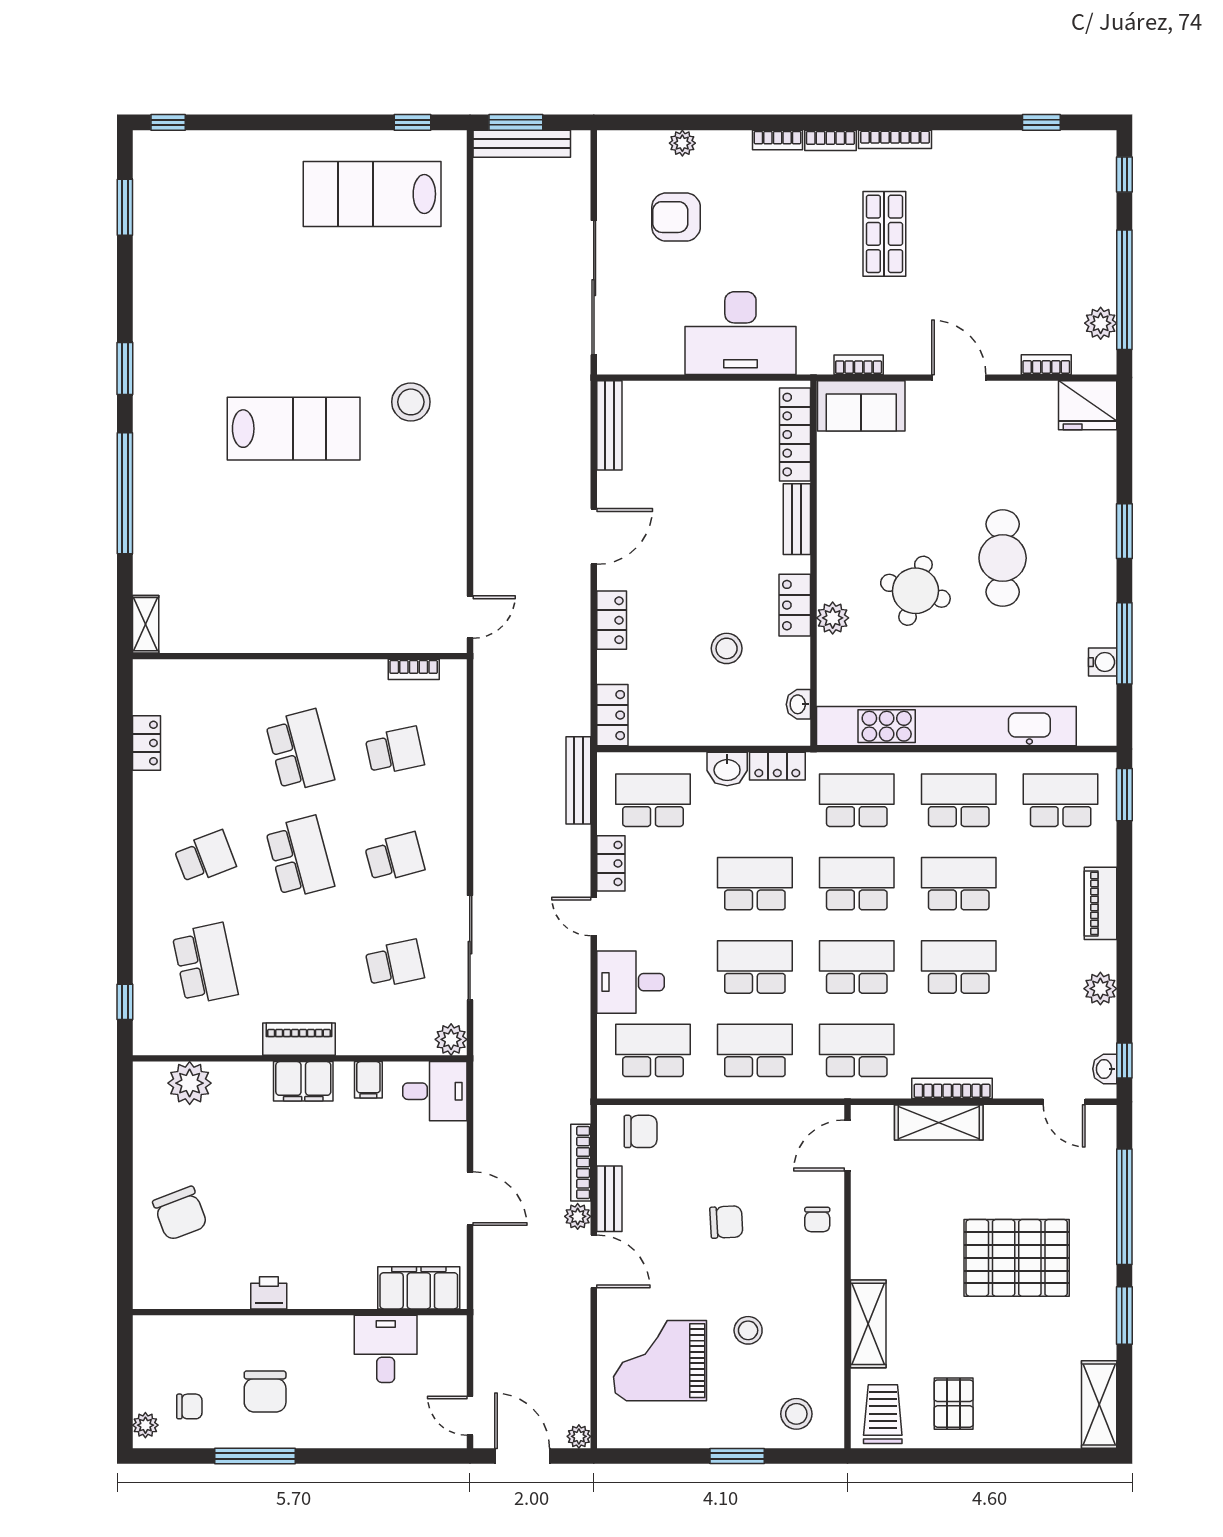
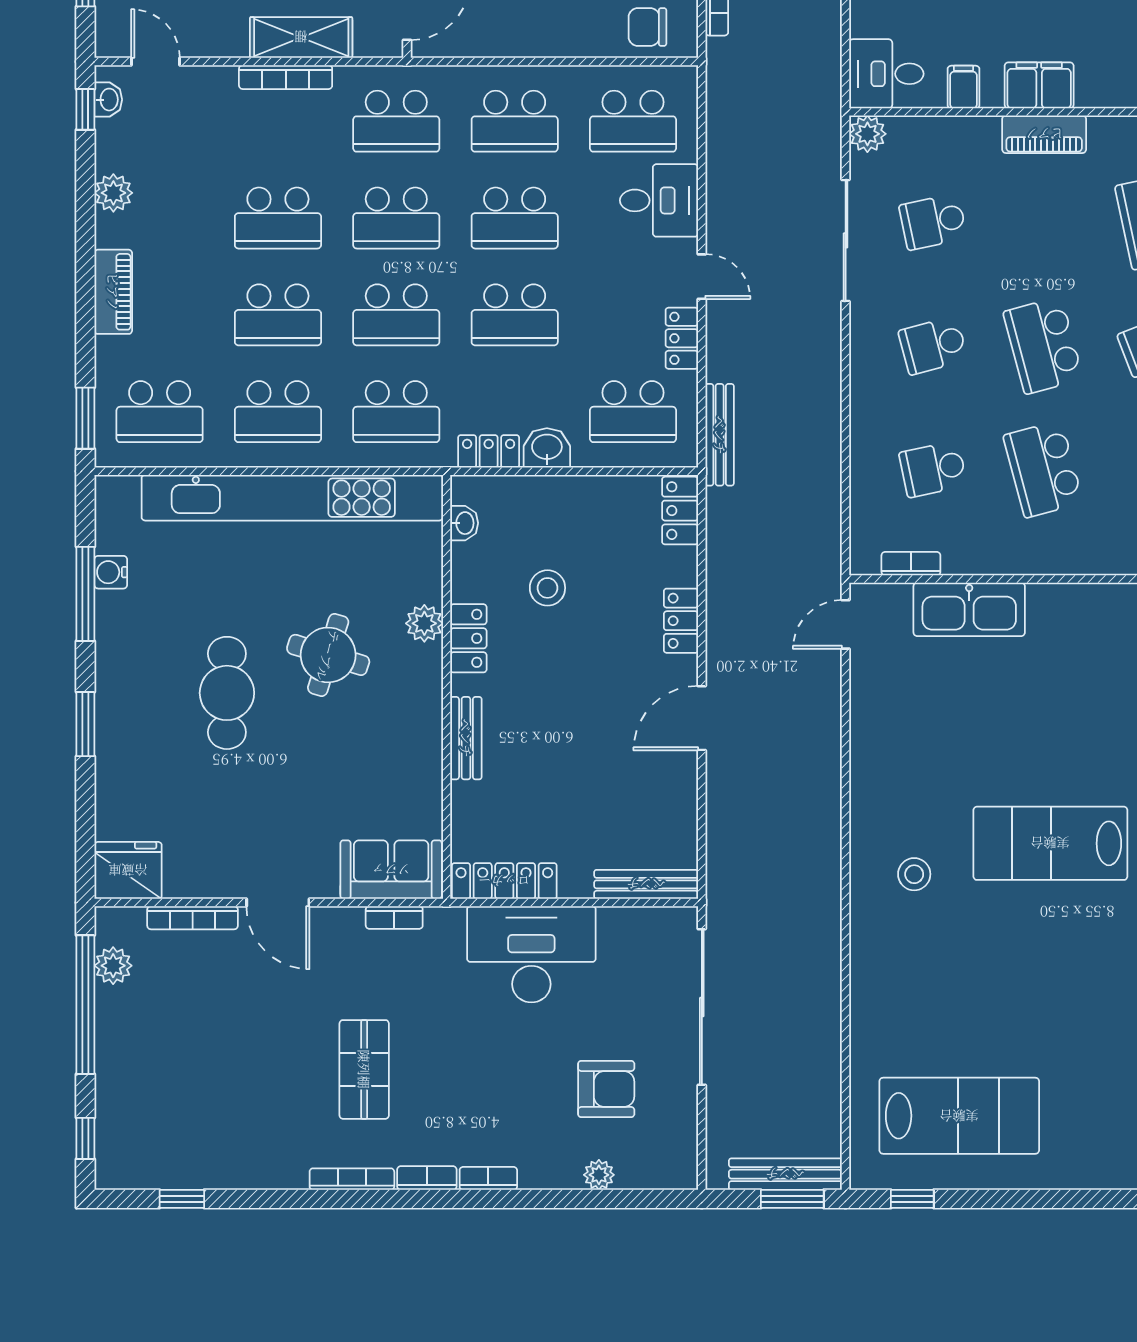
bookcase: (1046, 365) -> (193, 918), width x1.56
stool: (411, 402) -> (914, 874), width x0.73, depth x0.73
bench: (609, 425) -> (646, 884), moved, turned 90
locker: (795, 435) -> (504, 881), moved, turned -90
kitchen sink: (364, 630) -> (969, 609), added

